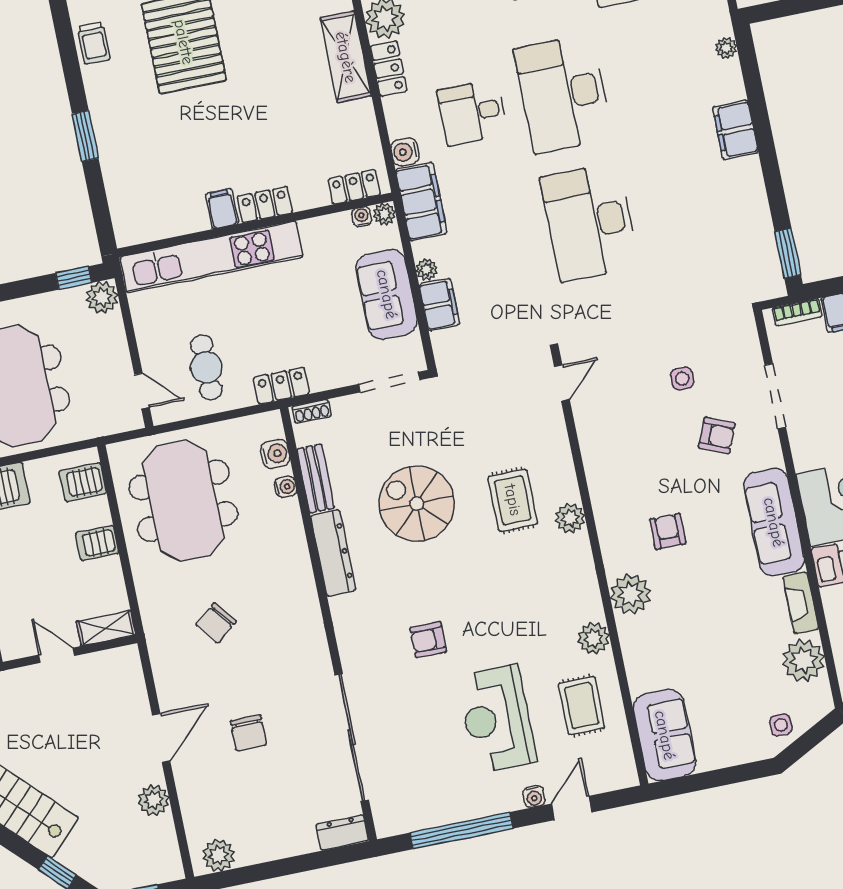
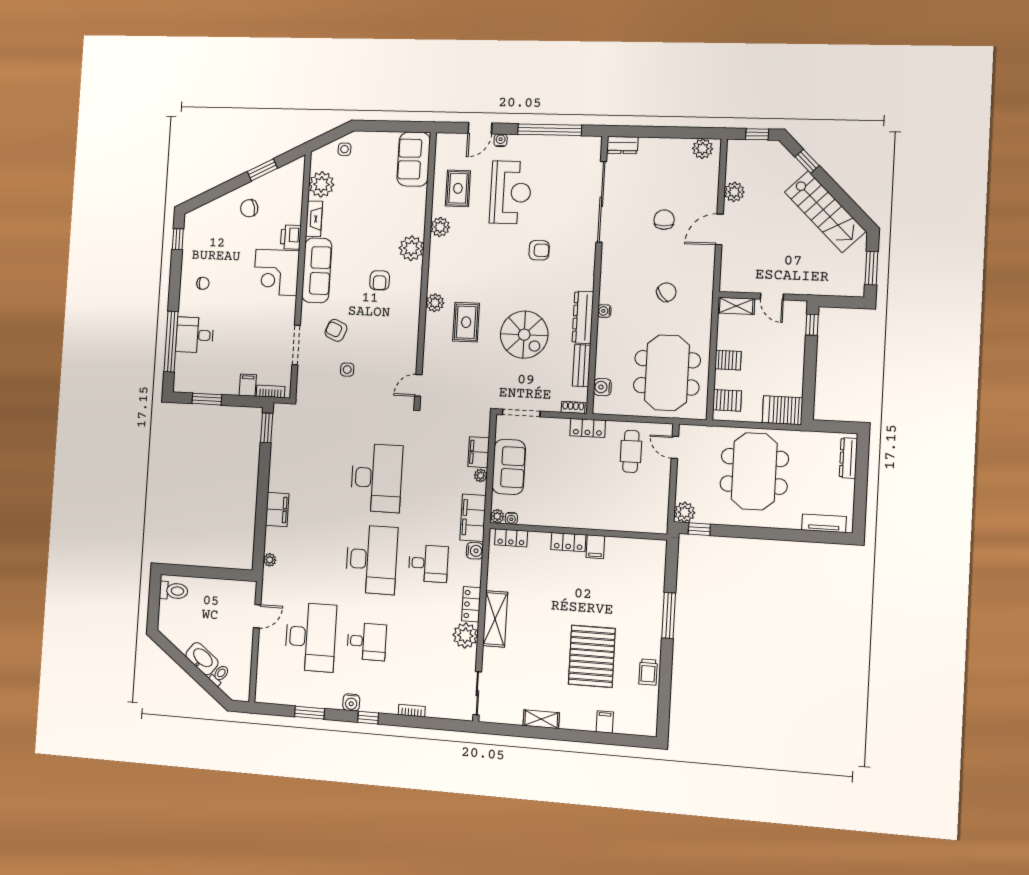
trolley: (94, 43) -> (648, 672), turned 180
window: (85, 136) -> (669, 616), width x1.44
kitchen unit: (211, 257) -> (610, 519), removed
water cooler: (286, 487) -> (604, 311), moved

